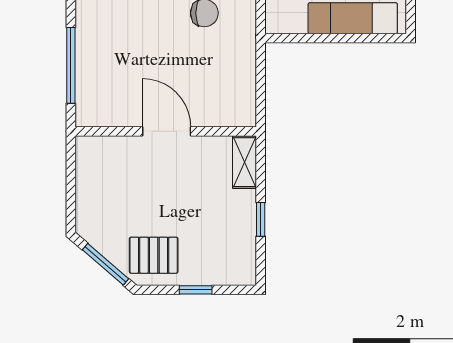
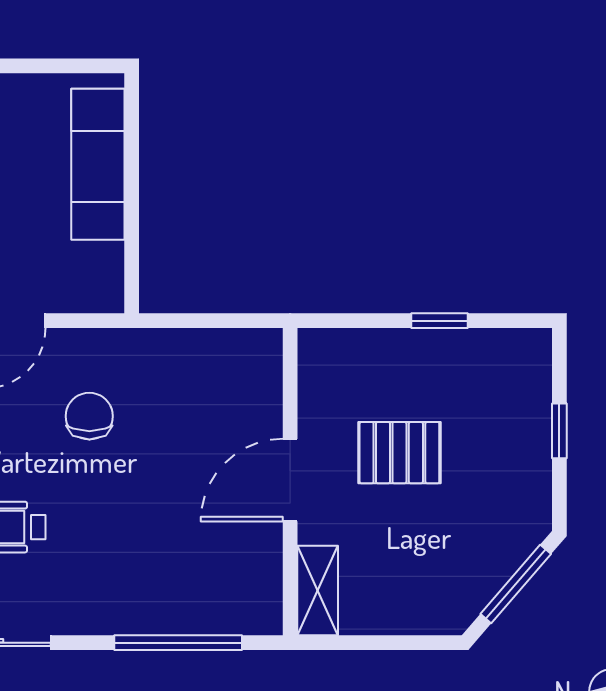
shelving: (244, 162) -> (318, 591), moved, turned 90
pallet: (154, 255) -> (399, 453), moved, turned 90

